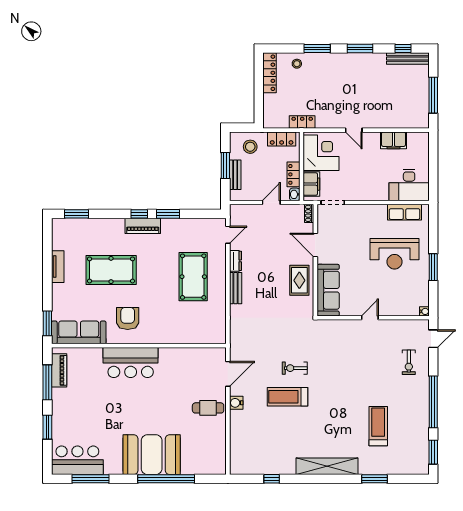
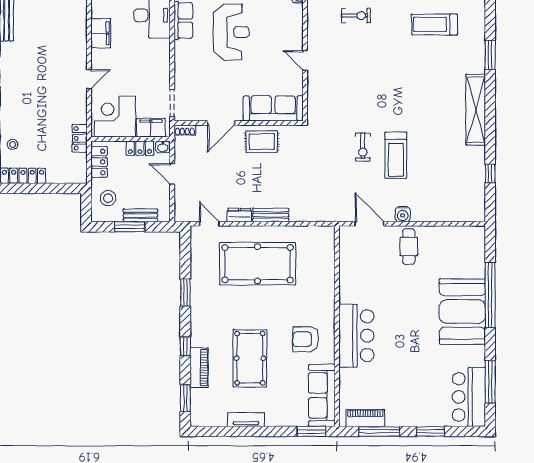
window: (139, 214) -> (185, 346), moved
piano: (143, 226) -> (199, 368), moved
pool table: (193, 277) -> (258, 264), width x1.36, depth x1.32
treadmill: (378, 426) -> (434, 24), moved

